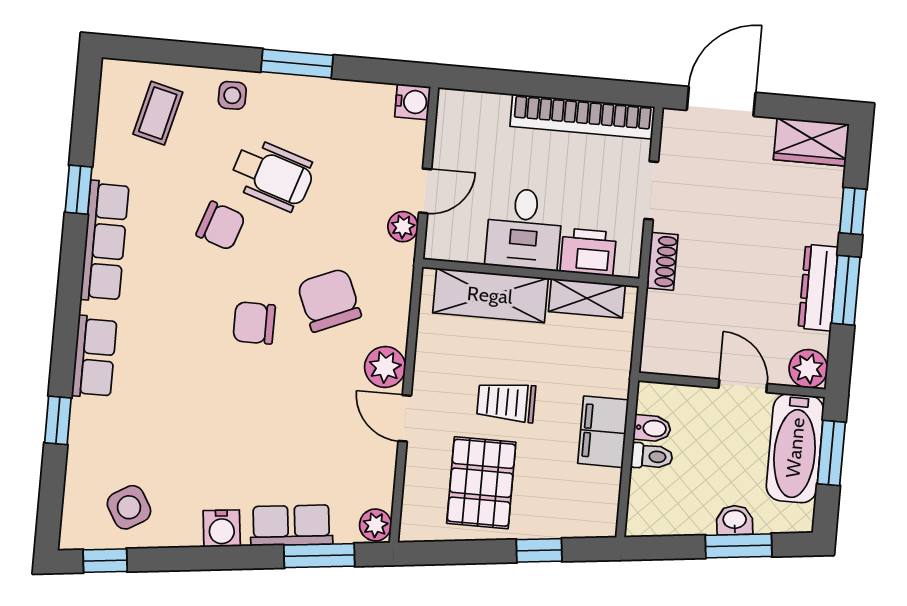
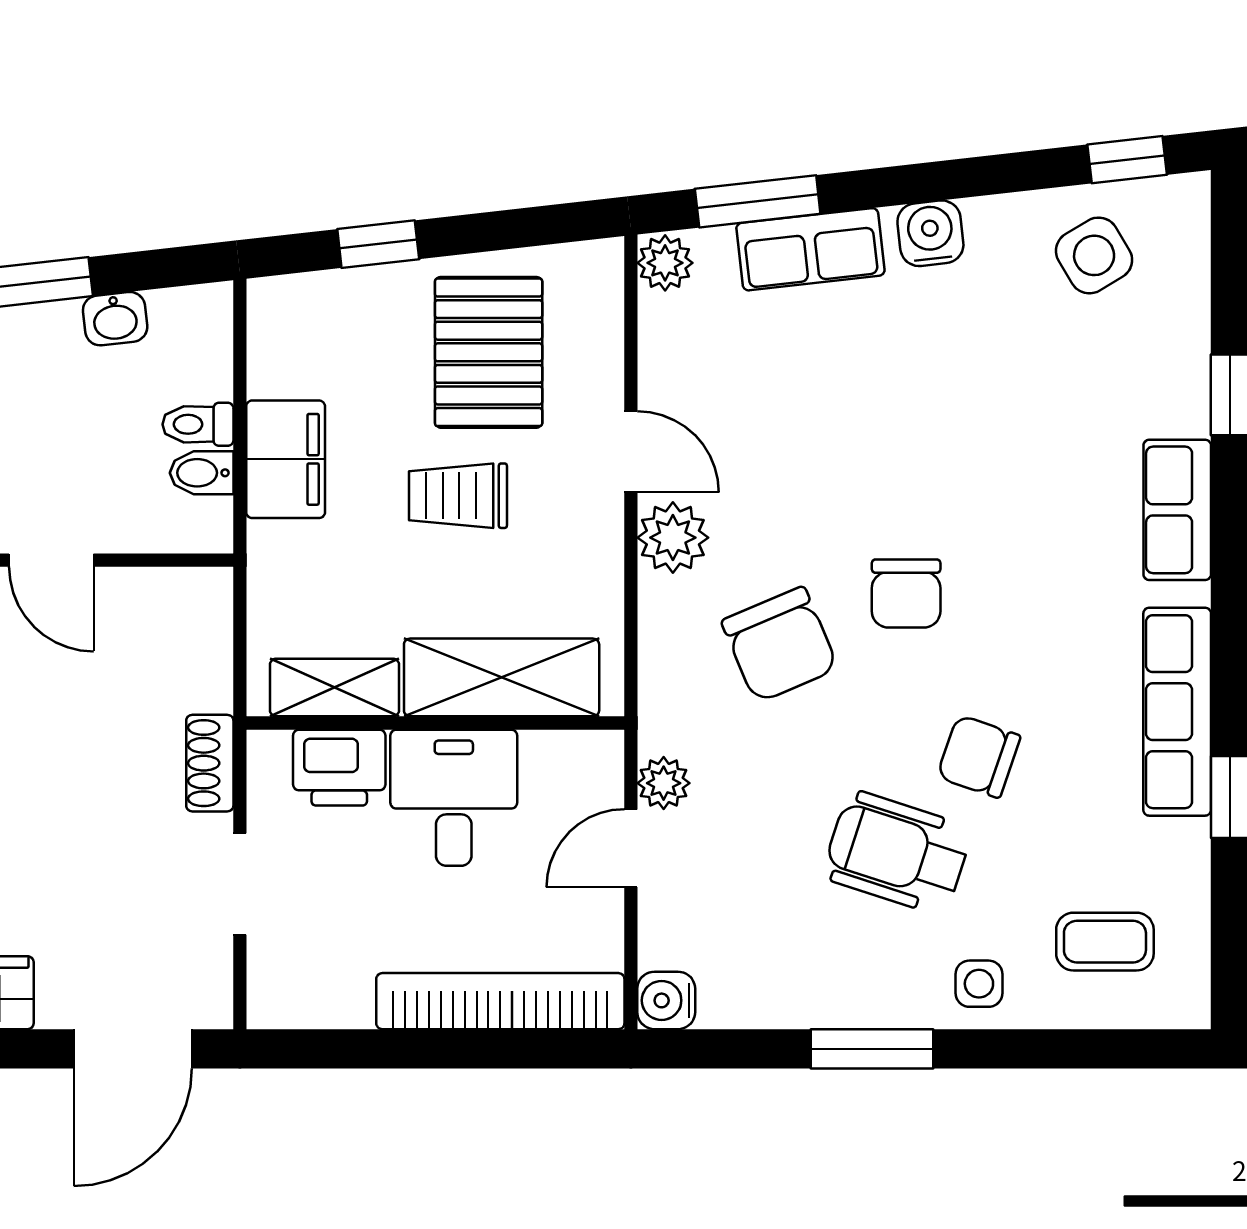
coffee table: (158, 113) -> (1105, 942), turned 76
bookcase: (582, 117) -> (500, 1001), moved
chair: (254, 323) -> (906, 593), turned 90
trolley: (506, 402) -> (458, 496), turned 180
washbasin: (735, 520) -> (115, 319), moved

